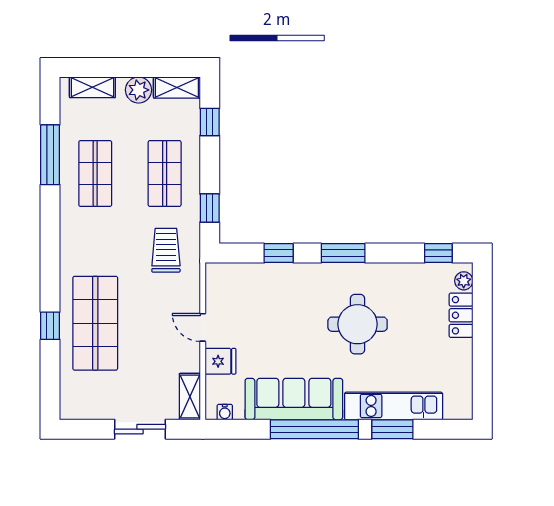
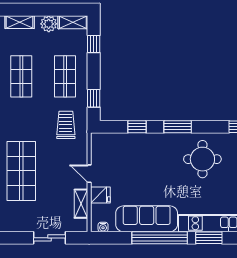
round table: (358, 324) -> (202, 159), moved
shelving: (190, 397) -> (81, 204), moved

